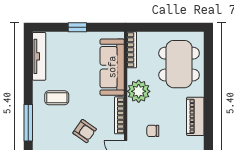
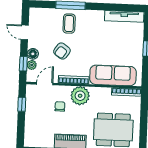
plant: (139, 91) -> (80, 96), moved
coffee table: (57, 98) -> (69, 24), moved

